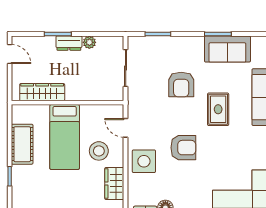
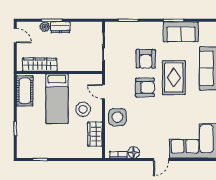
plant: (89, 42) -> (45, 27), moved
rug: (218, 109) -> (174, 78), width x1.36, depth x1.43
cot: (22, 144) -> (25, 91), moved
armchair: (183, 148) -> (145, 87), moved

